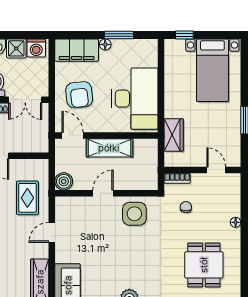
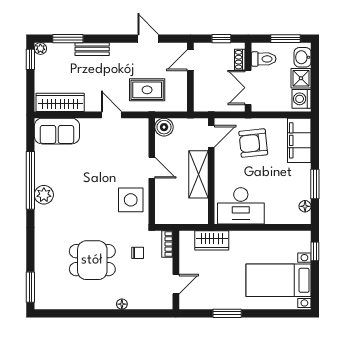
floor lamp: (105, 44) -> (305, 206), moved
desk: (135, 99) -> (241, 206), width x0.73, depth x0.77
dining table: (204, 265) -> (92, 260), moved

